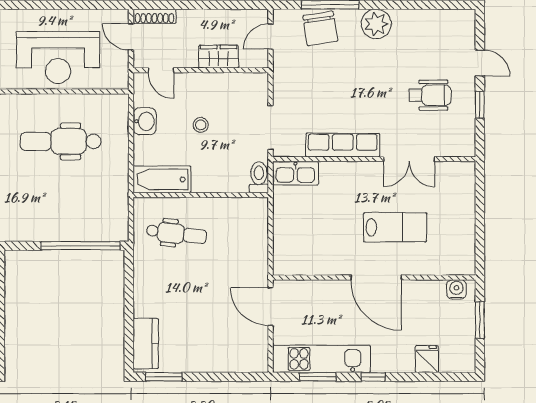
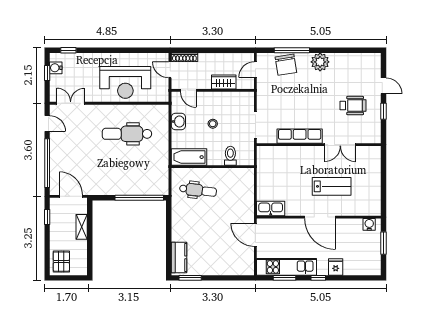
kitchen sink: (295, 173) -> (271, 208), moved, turned 180
toilet: (259, 177) -> (230, 156), moved
fridge: (427, 359) -> (336, 267), moved

